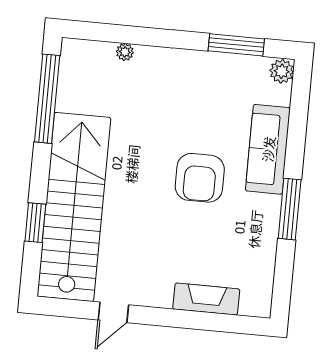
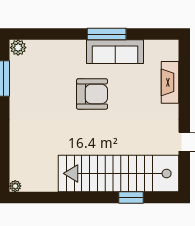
plant: (125, 52) -> (15, 186), moved
window: (47, 99) -> (50, 197), removed
sofa: (268, 149) -> (115, 52), moved

